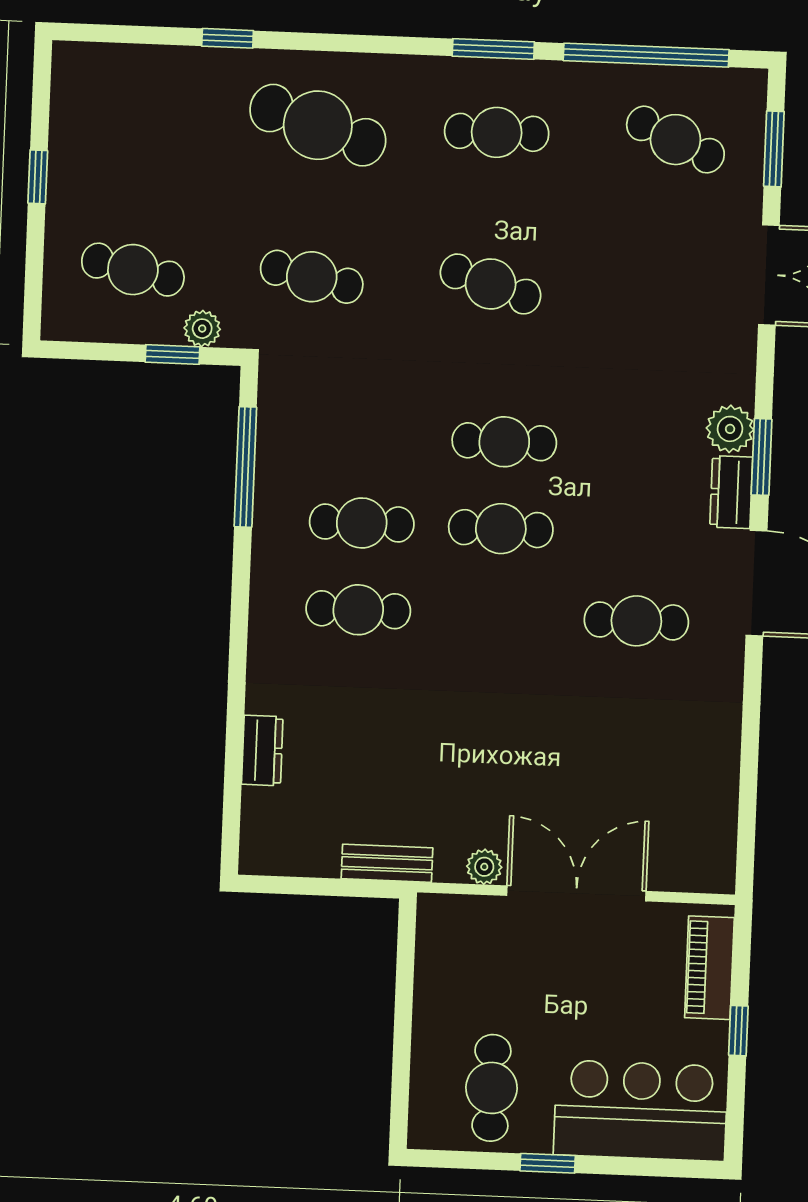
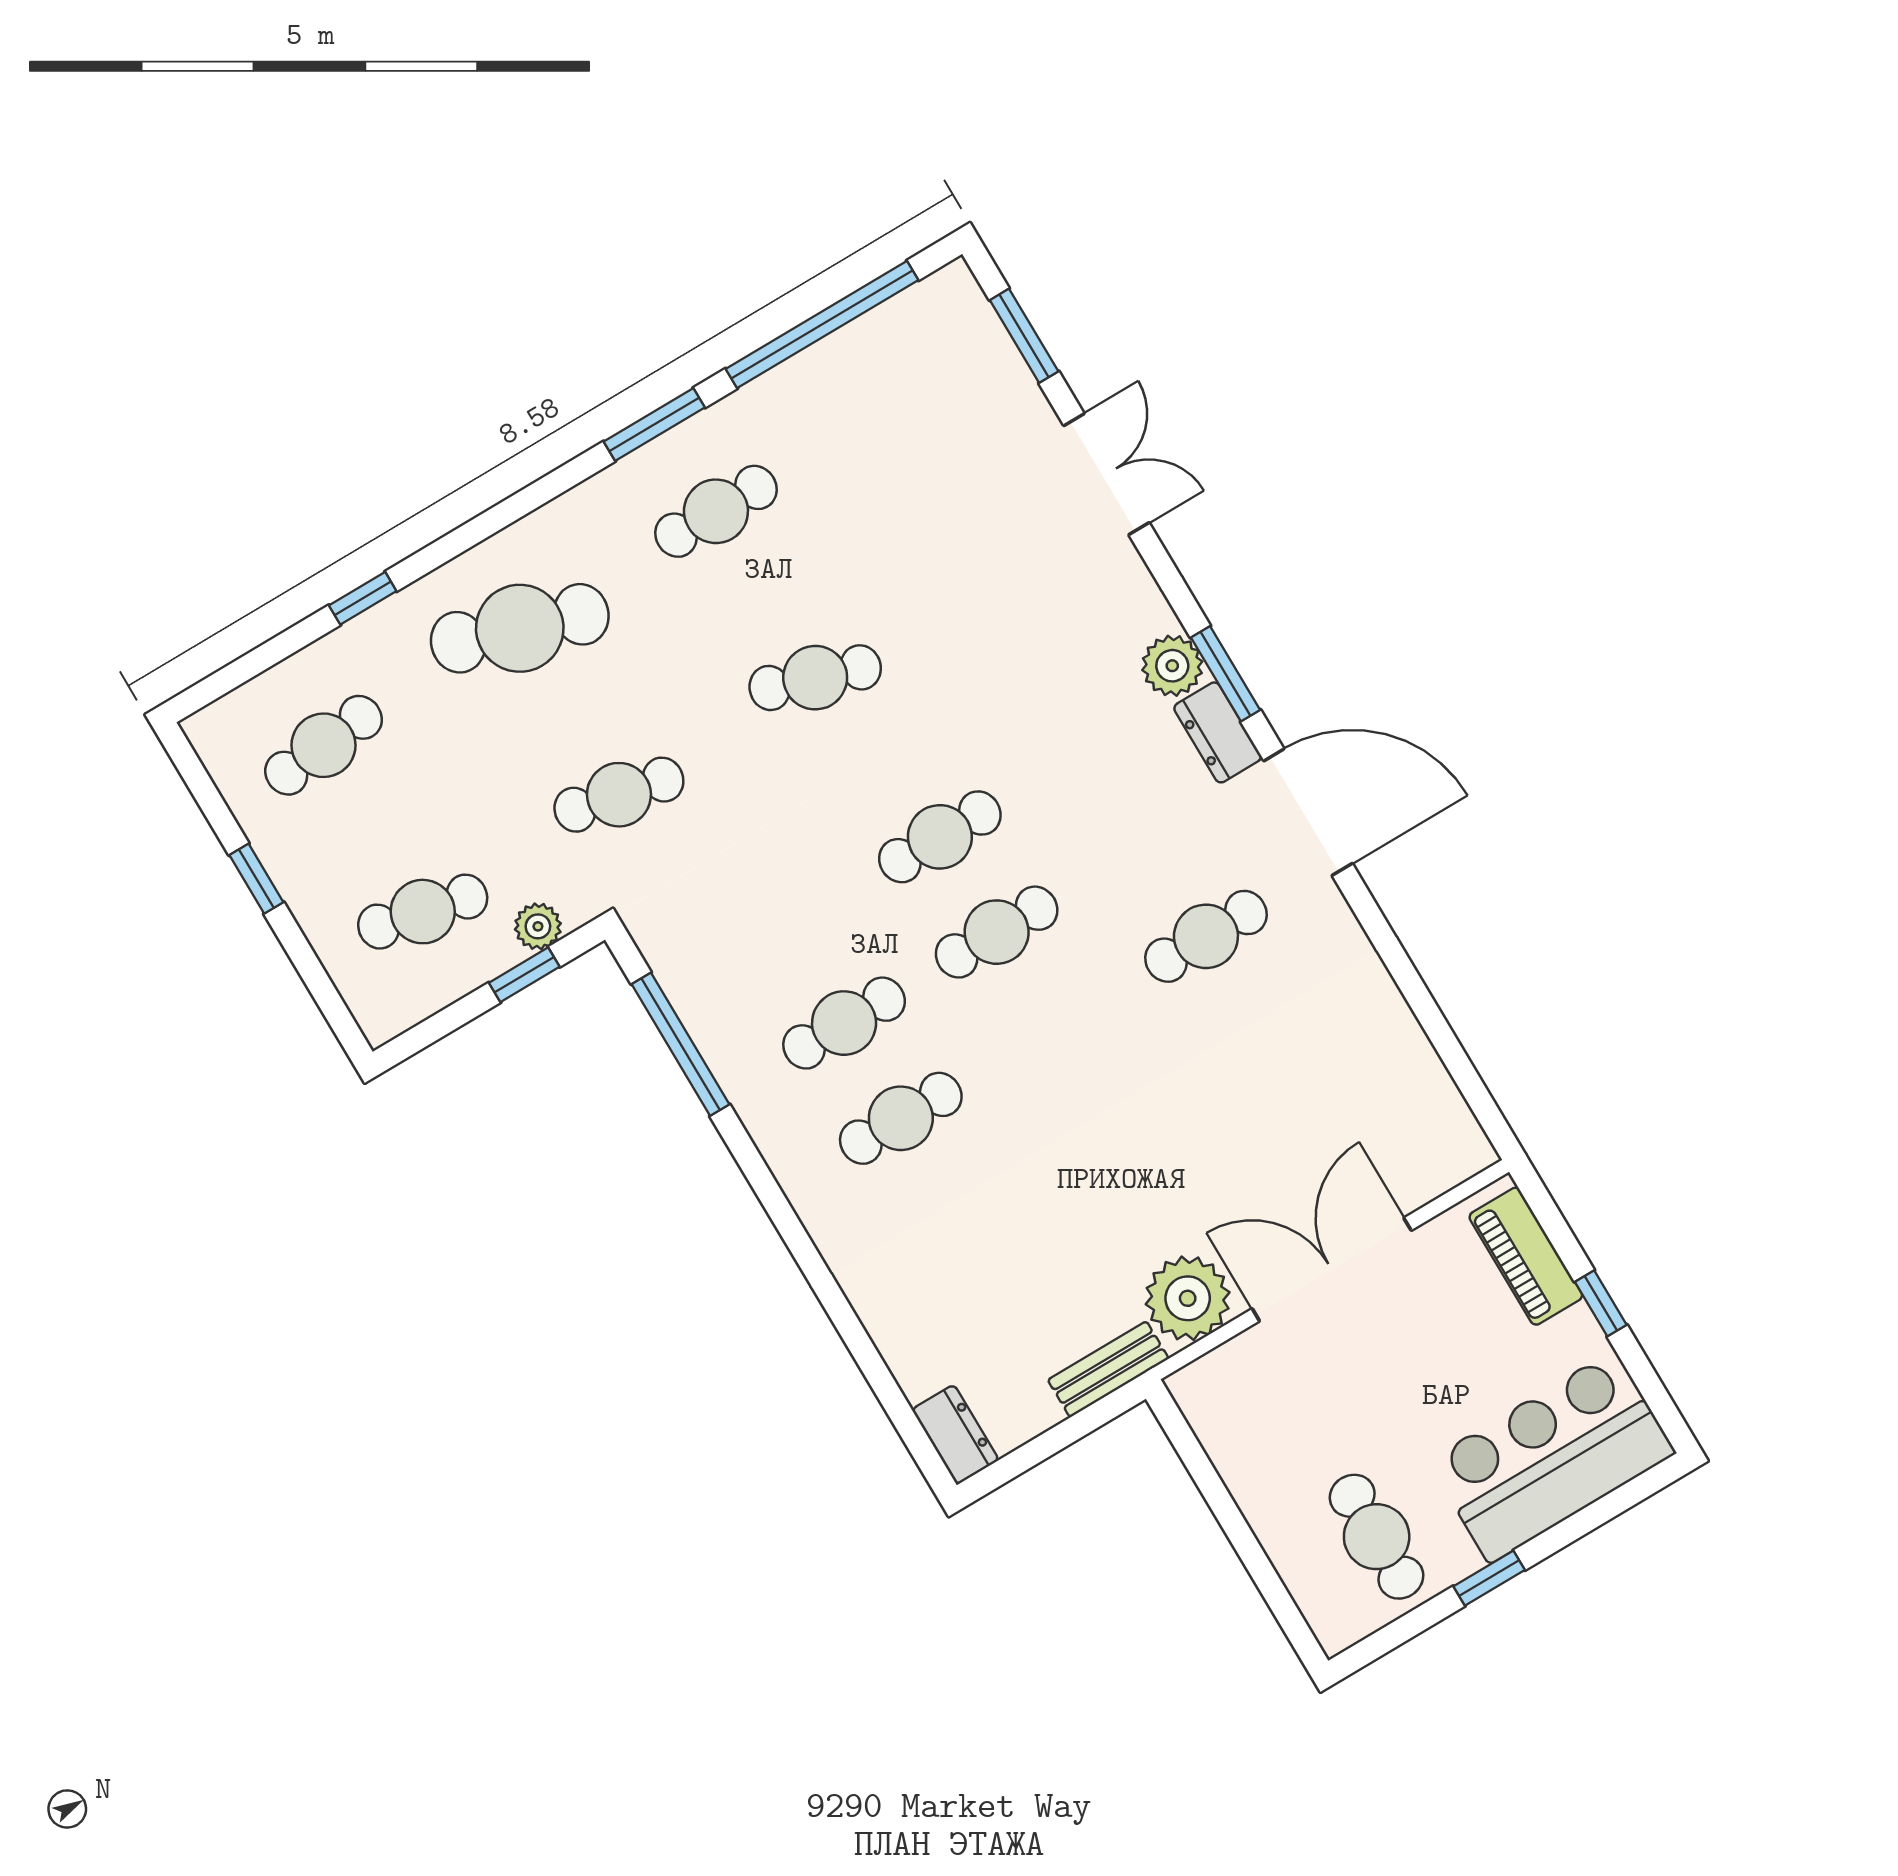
cafe table: (675, 140) -> (324, 745), moved, turned -30
dresser: (262, 750) -> (955, 1435), moved
plant: (484, 867) -> (1188, 1298), width x1.87, depth x1.87

